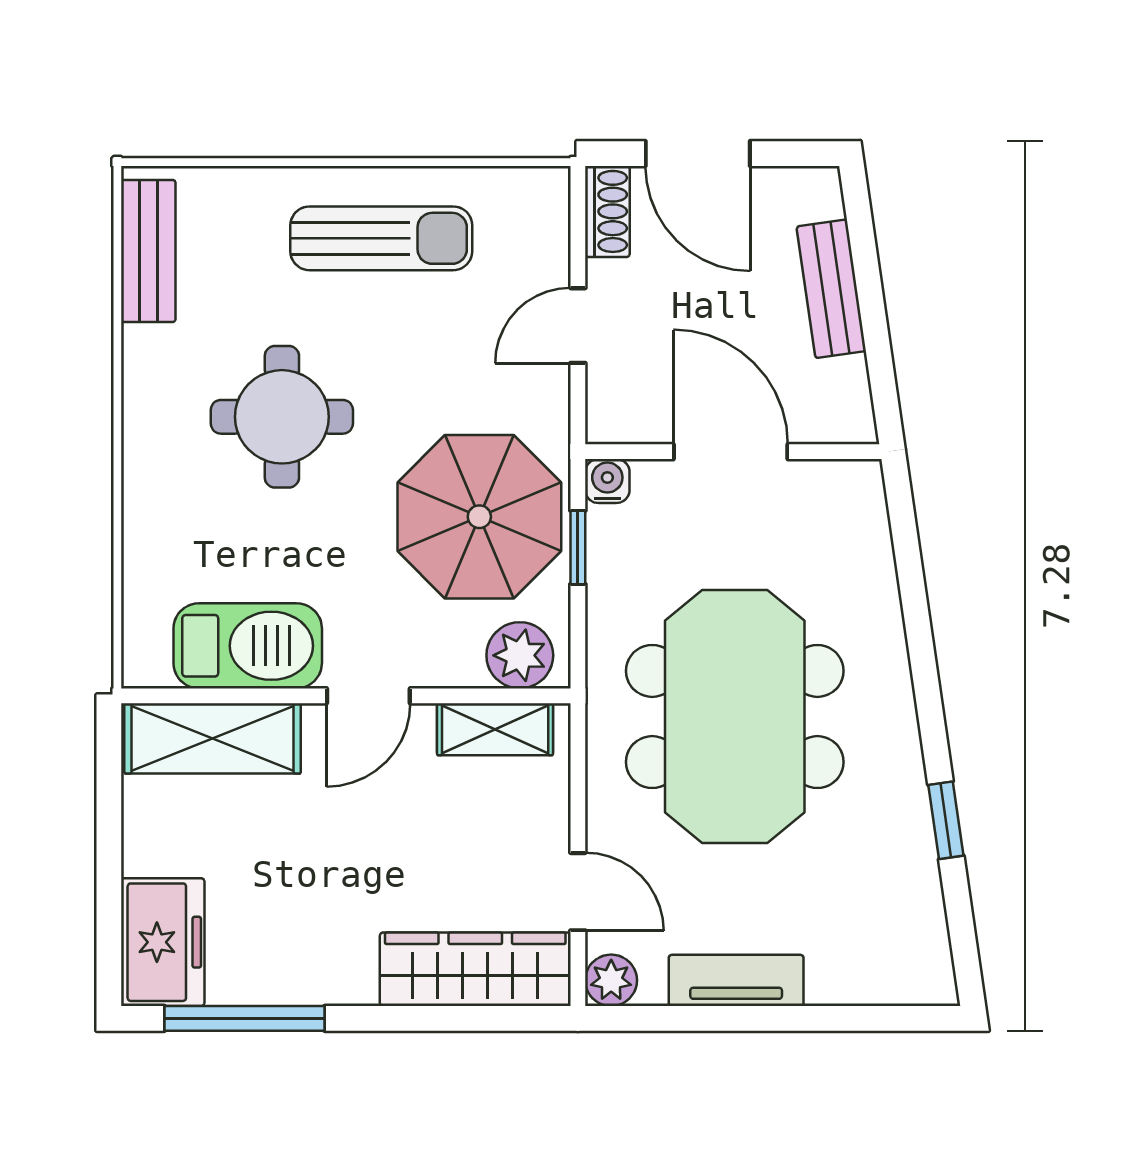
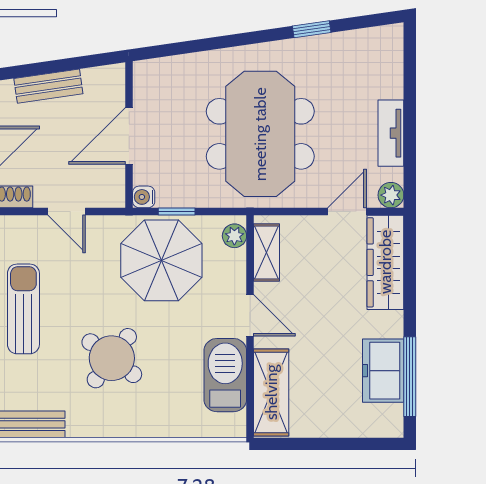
round table: (282, 417) -> (112, 358), turned 37
plant: (520, 655) -> (234, 236), width x0.73, depth x0.73
meeting table: (735, 716) -> (260, 134), turned 90
freezer: (163, 942) -> (383, 371), moved, turned -90

